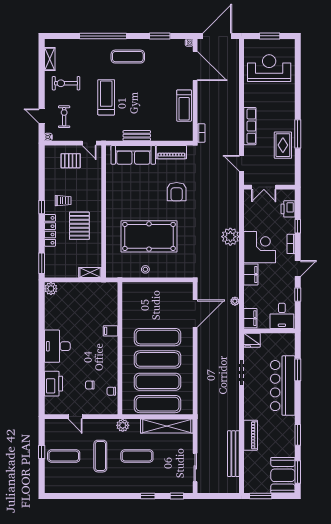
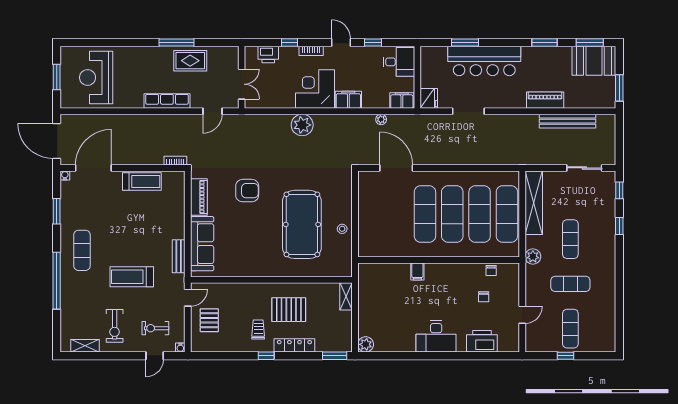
bench: (137, 136) -> (179, 256), moved

